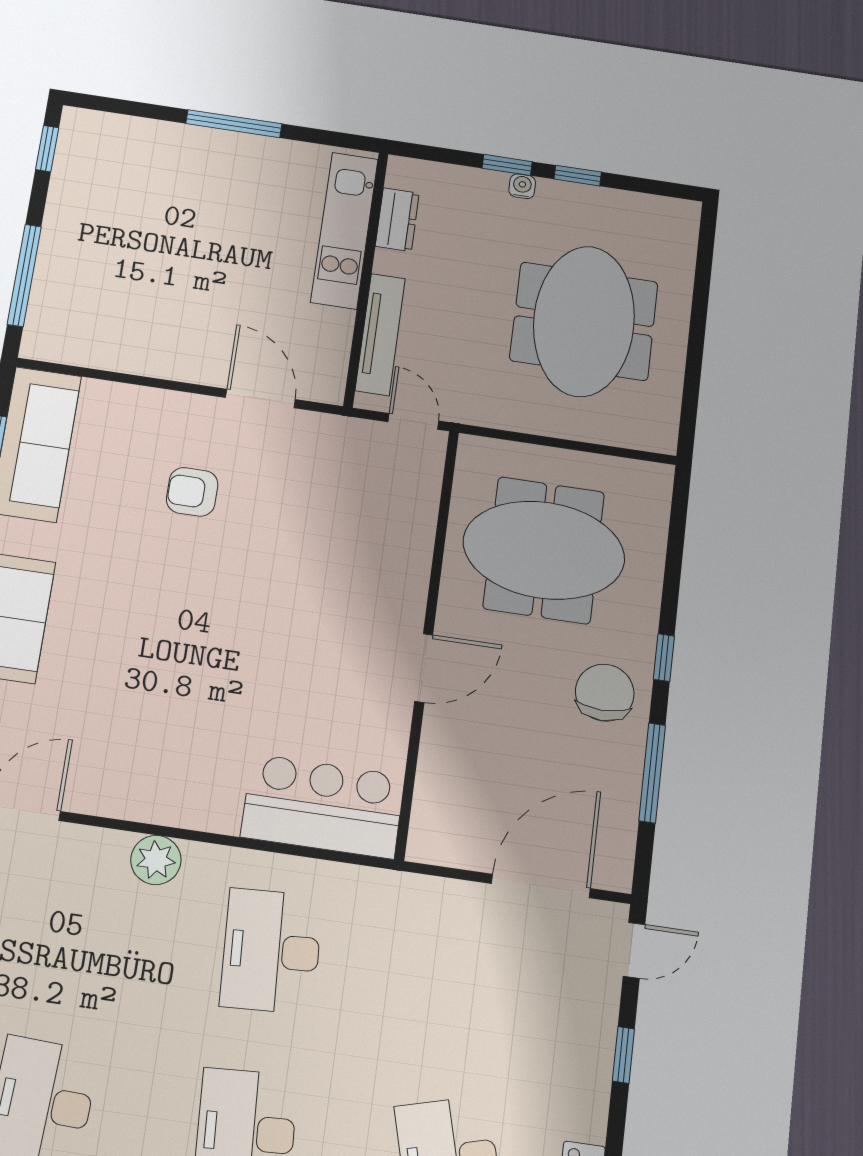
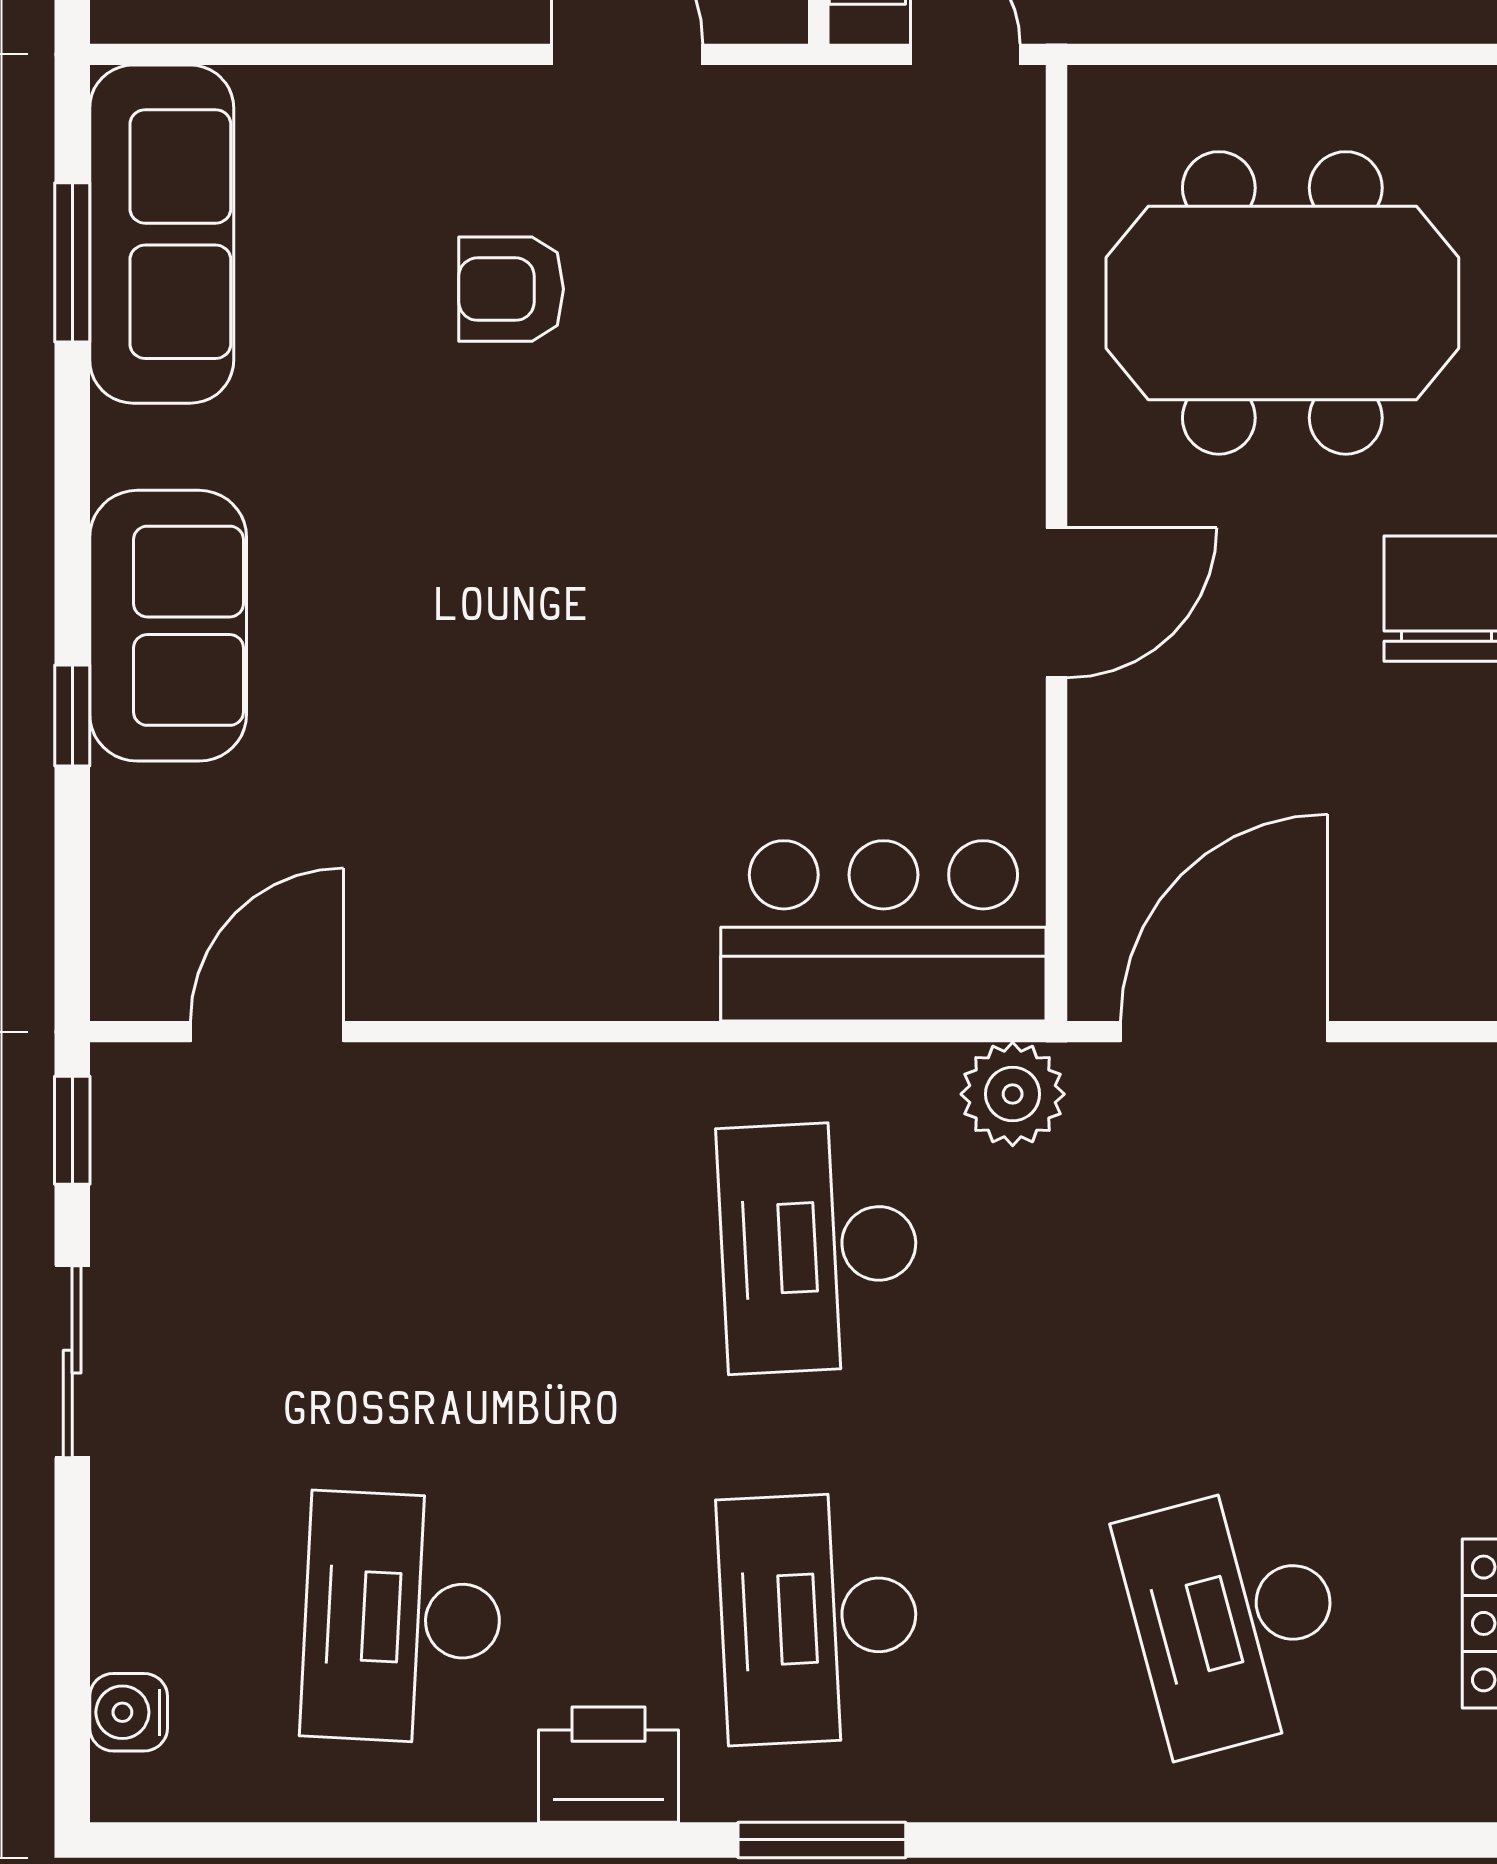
plant: (156, 860) -> (1013, 1094), moved
door: (541, 886) -> (1224, 1032), moved

